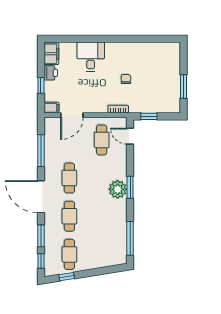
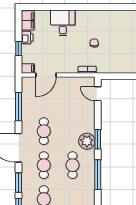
window: (149, 116) -> (115, 76), removed
cafe table: (102, 140) -> (73, 165), moved
window: (130, 238) -> (98, 175), moved

